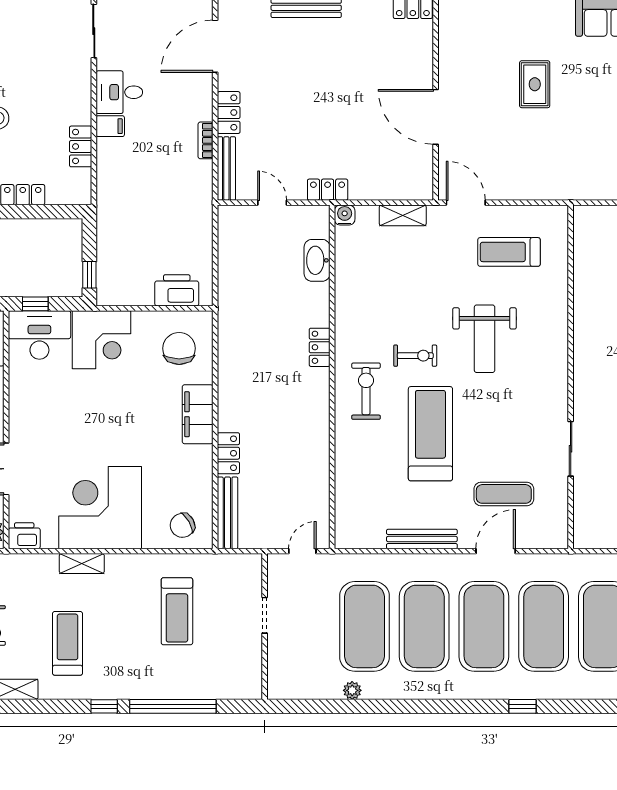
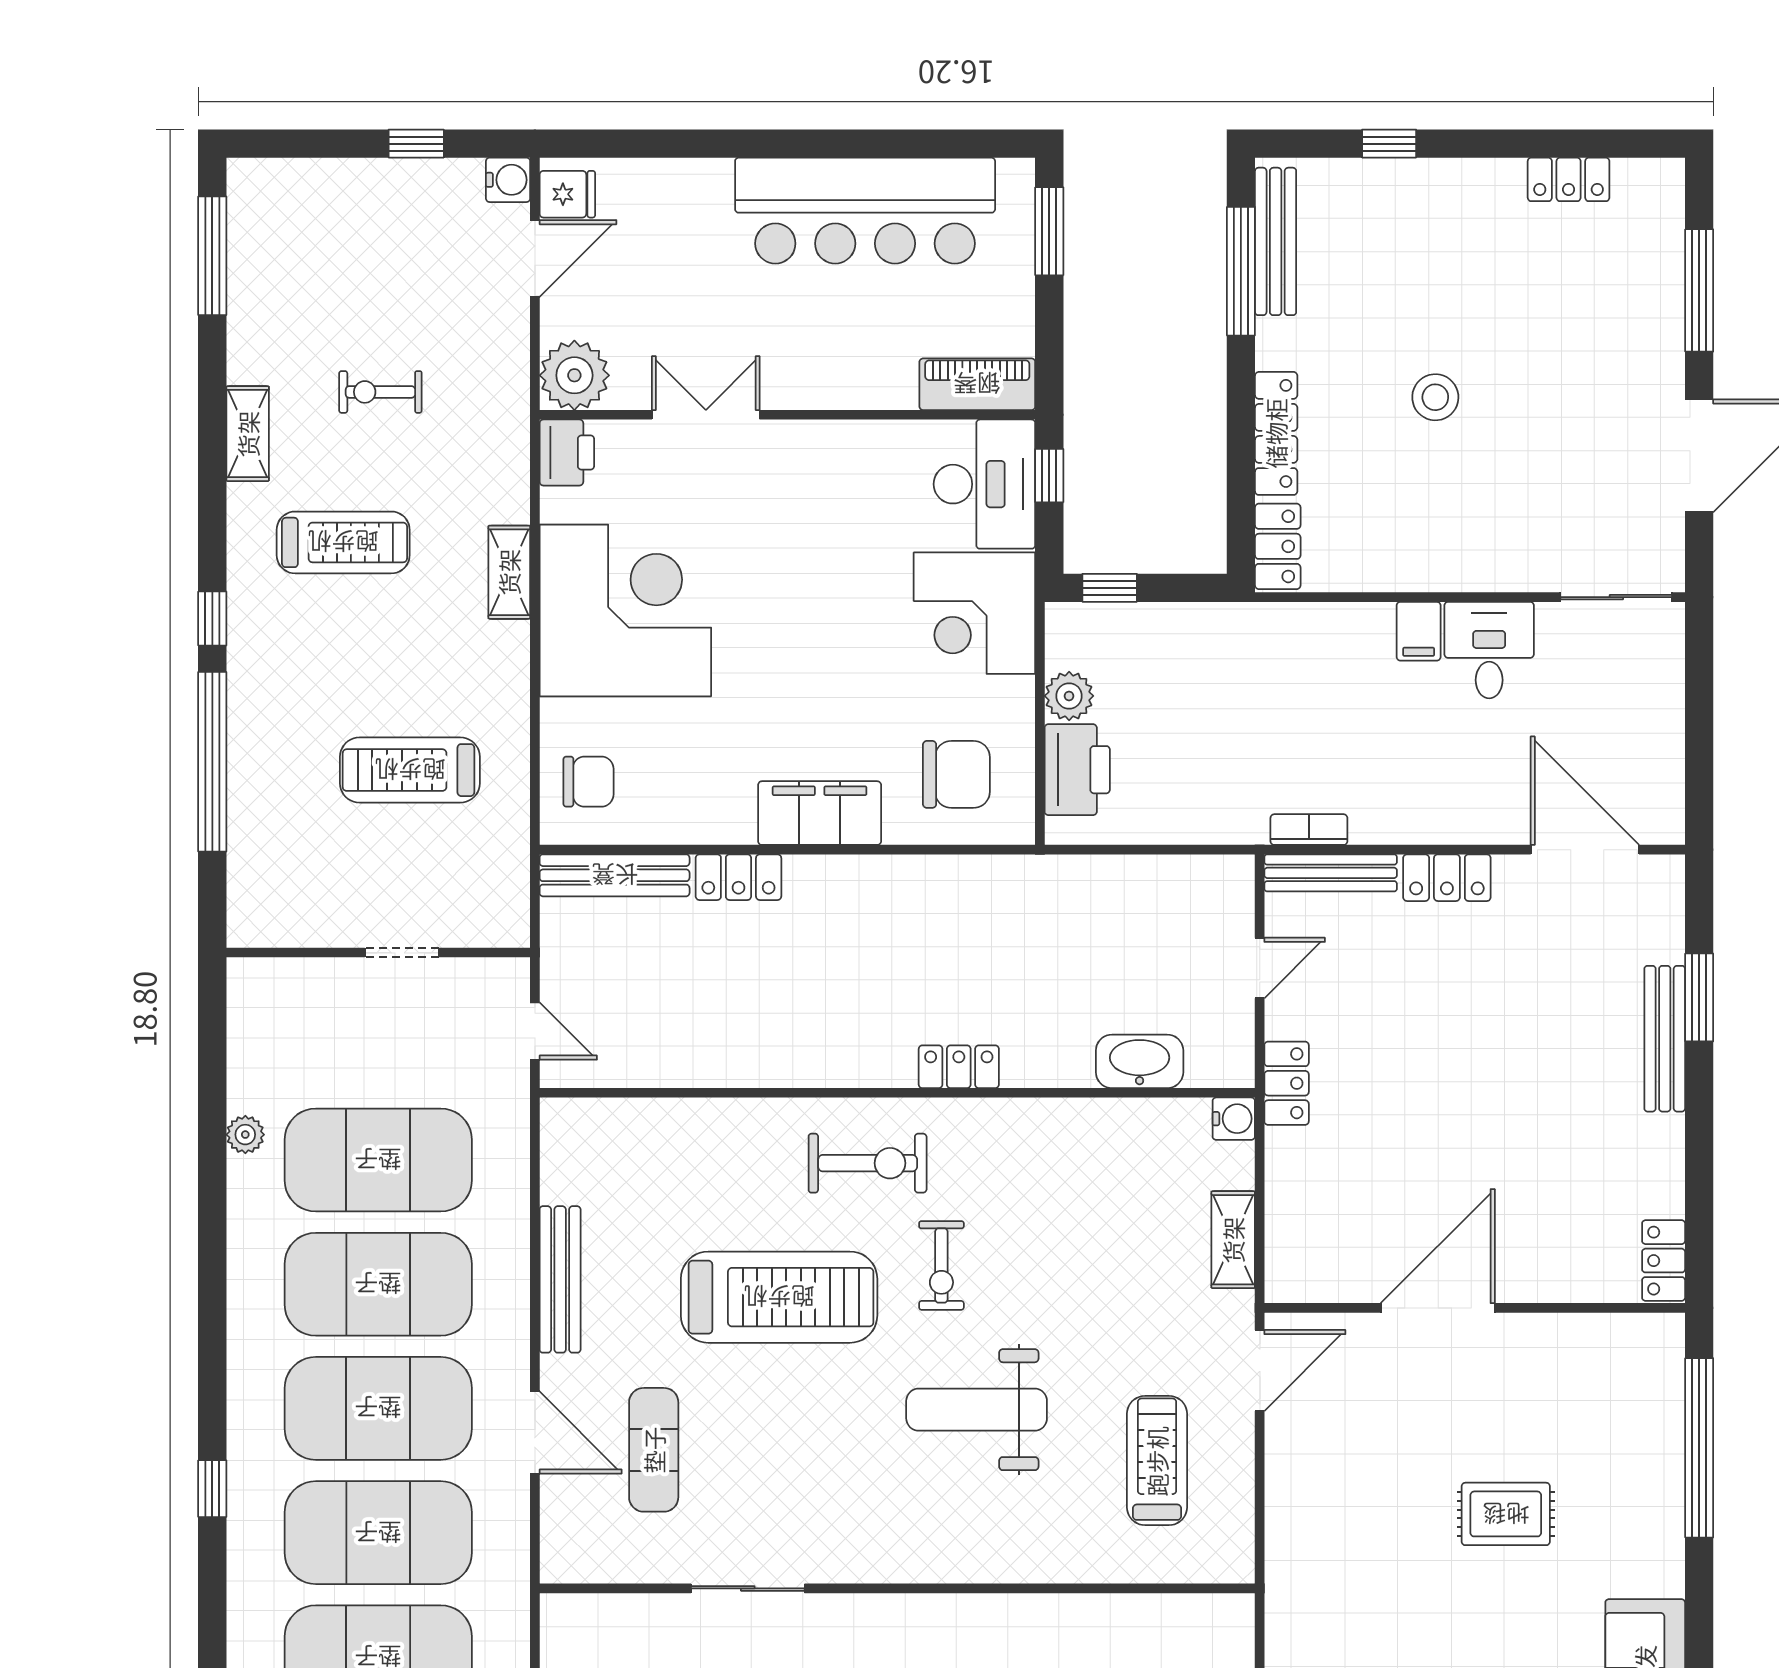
bookcase: (206, 140) -> (1309, 830), moved
locker: (81, 146) -> (1278, 546), moved, turned 90
plant: (141, 294) -> (1069, 696), added
chair: (182, 525) -> (588, 782), turned 120

